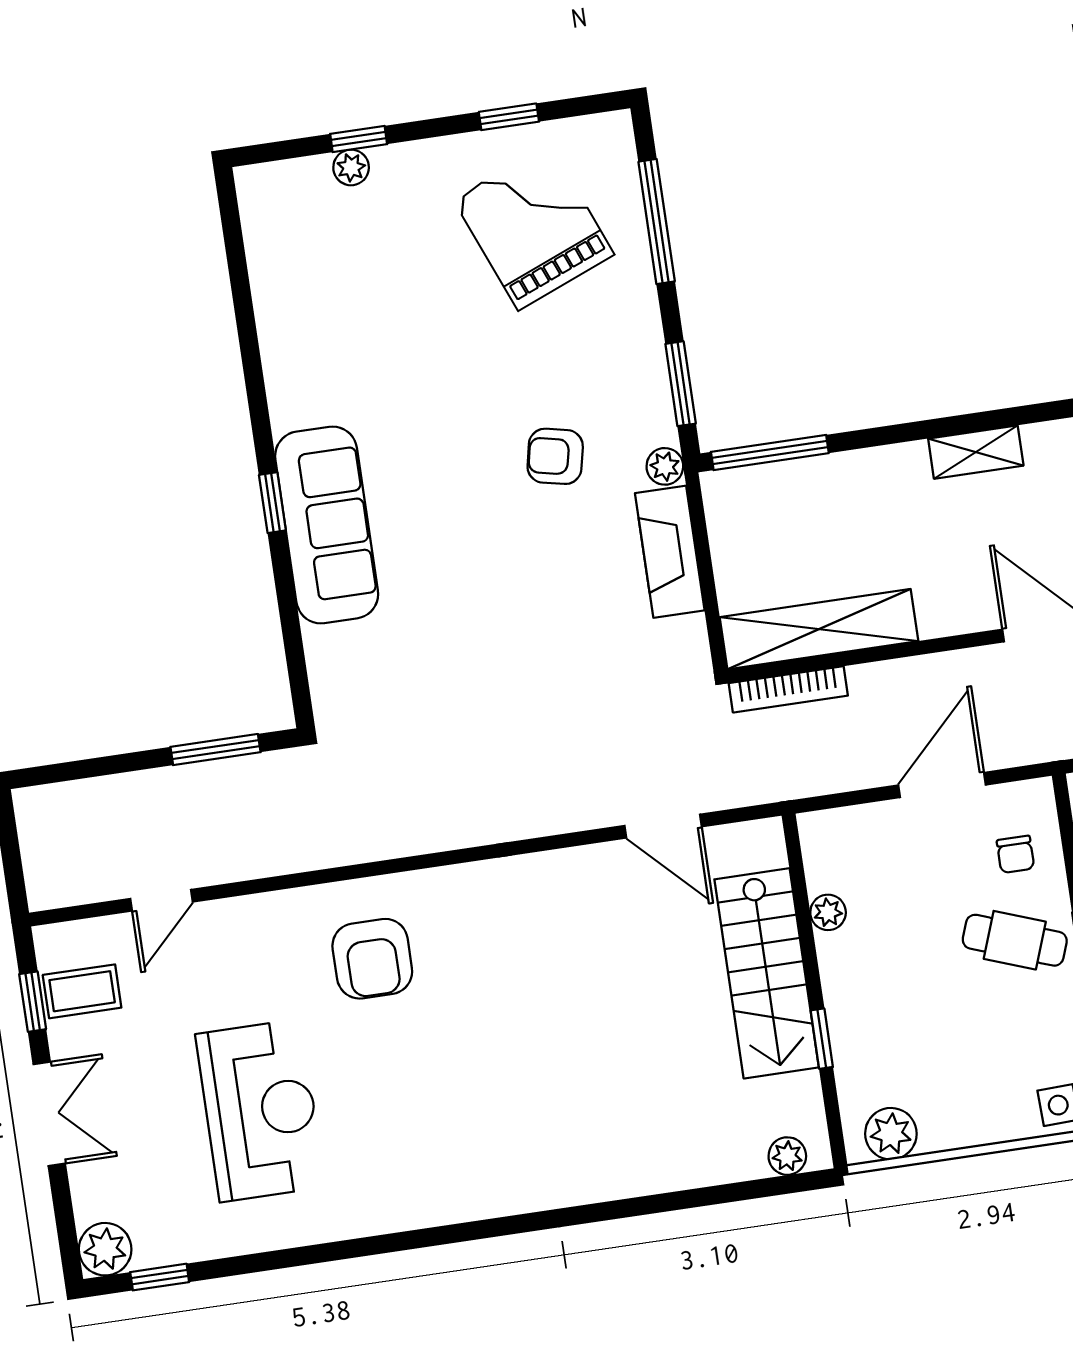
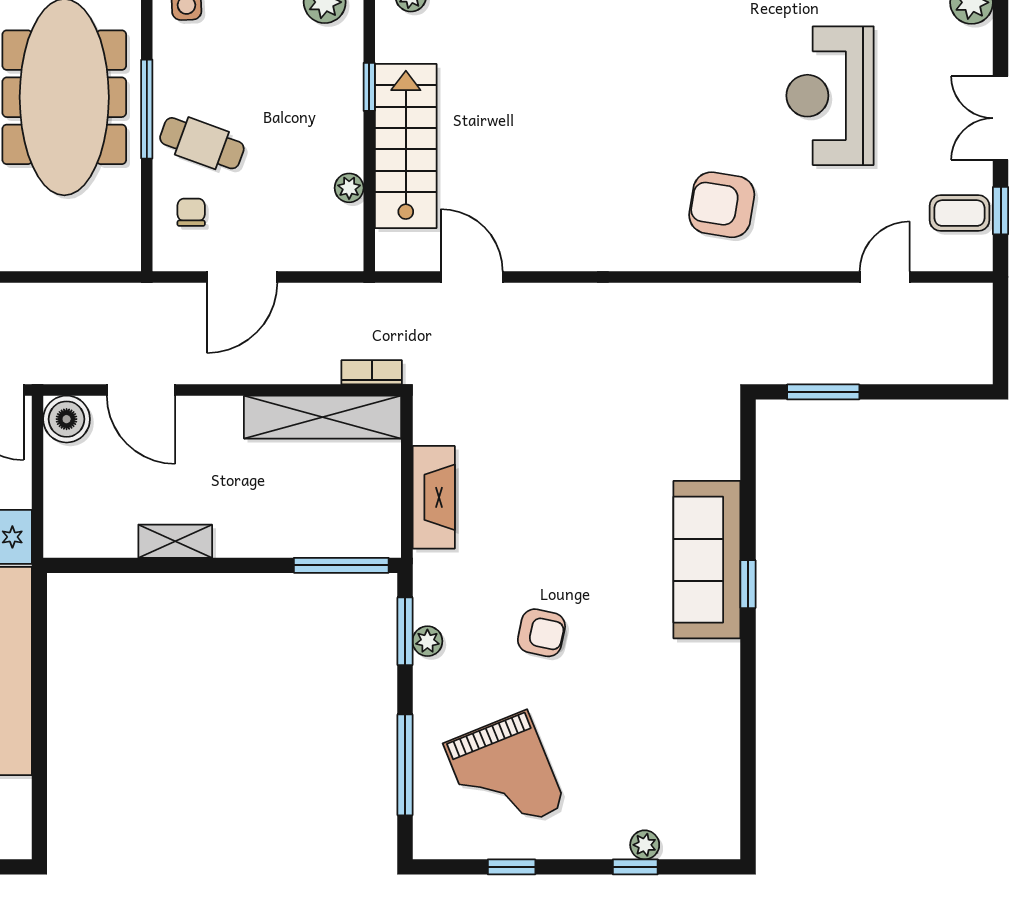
armchair: (555, 456) -> (541, 633), moved
plant: (665, 466) -> (427, 641), moved
bookcase: (788, 689) -> (372, 372), width x0.64
armchair: (372, 959) -> (722, 205), turned -81

